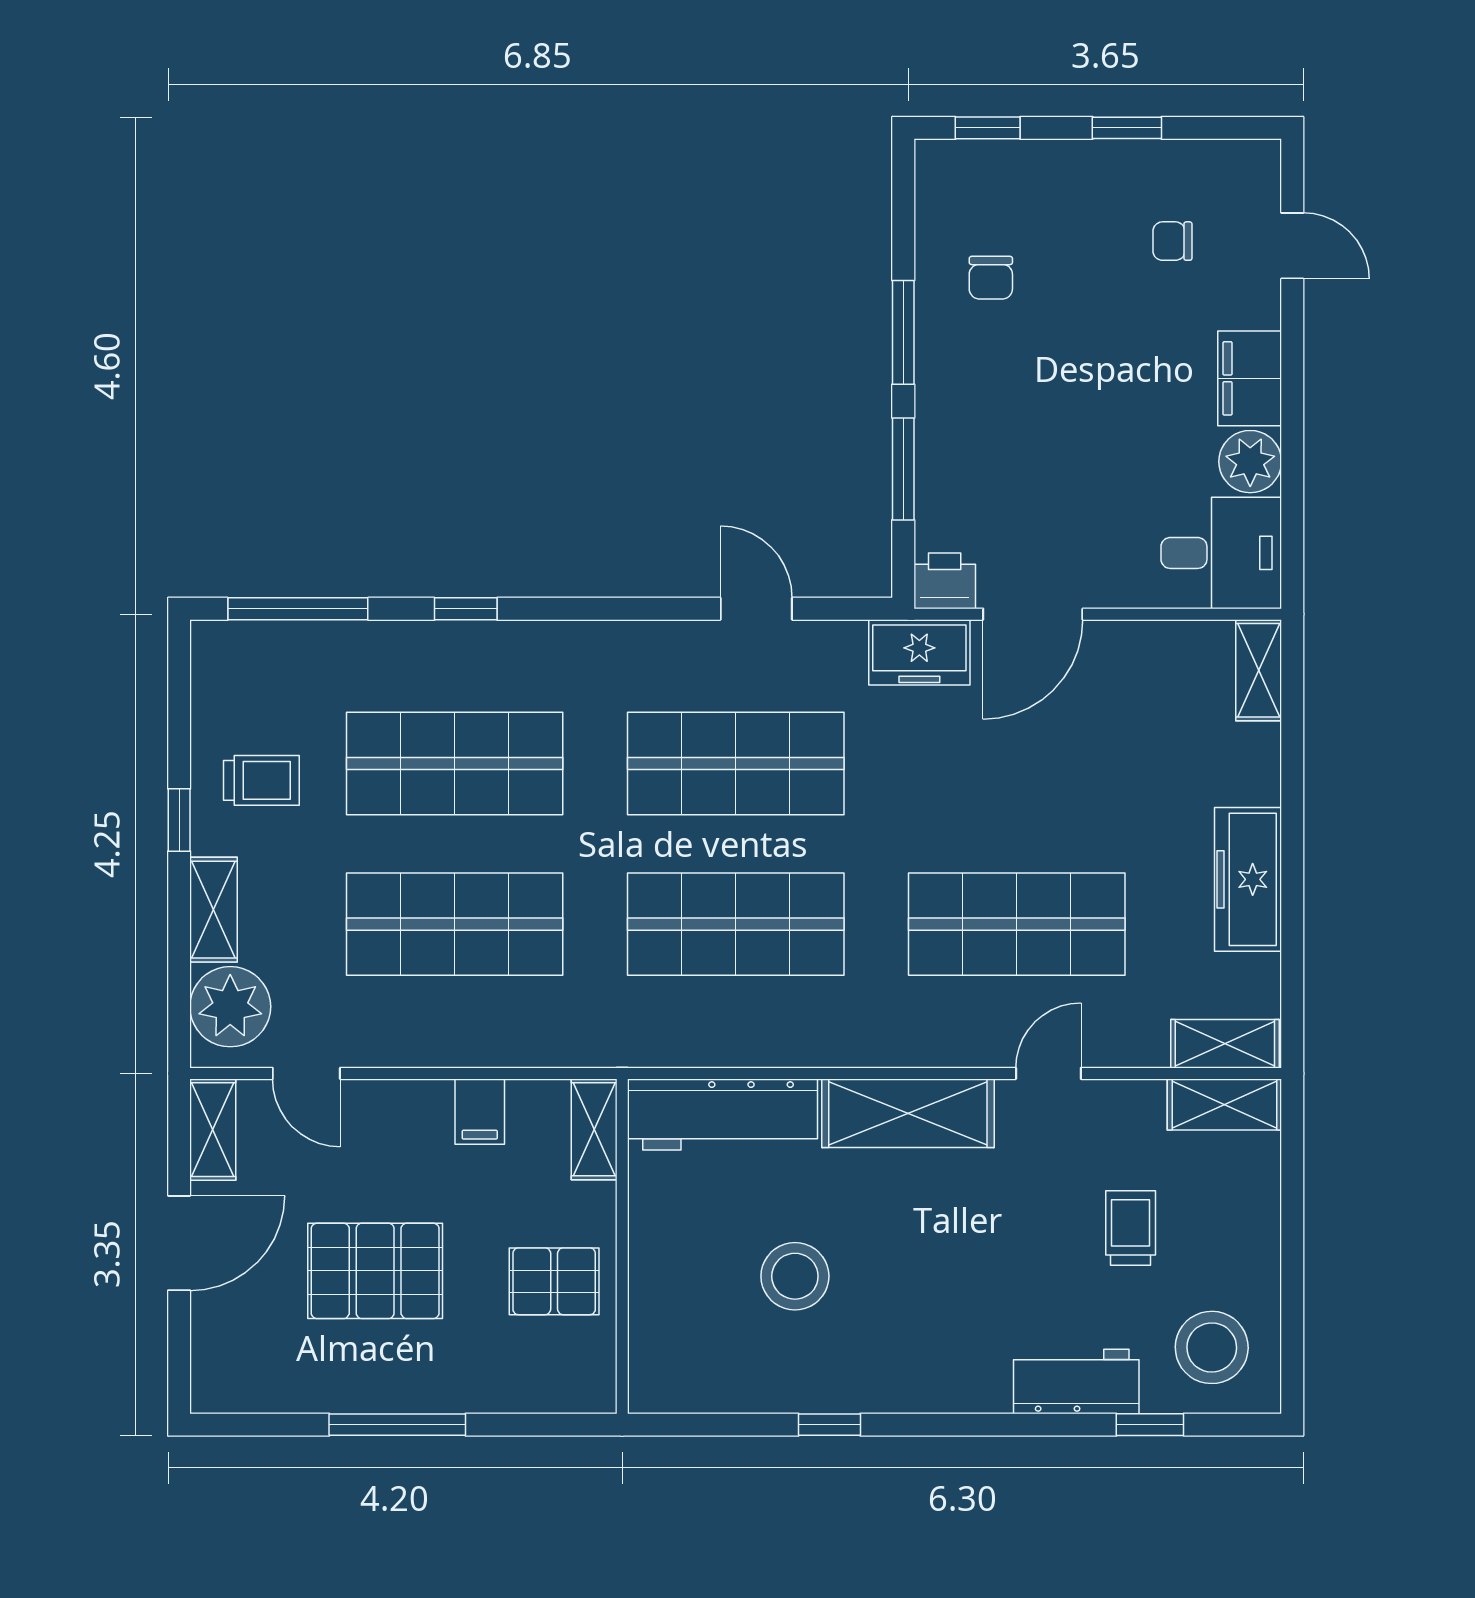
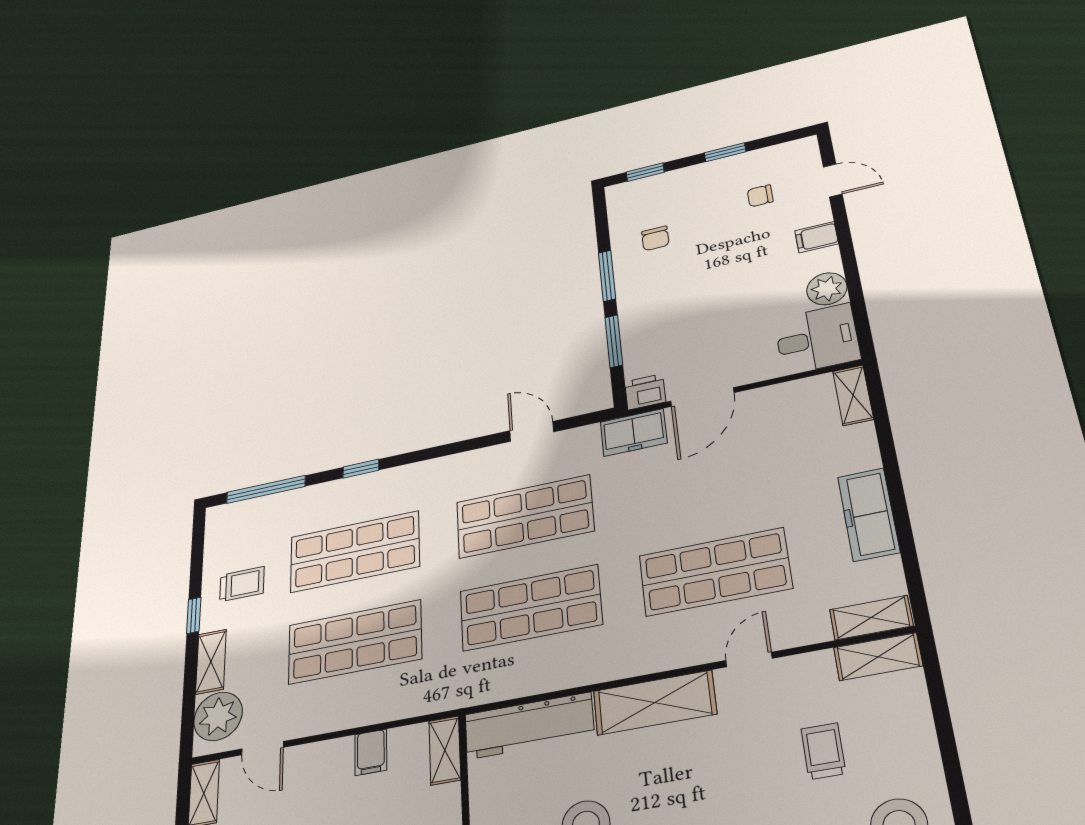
filing cabinet: (1250, 378) -> (817, 237), width x0.50

